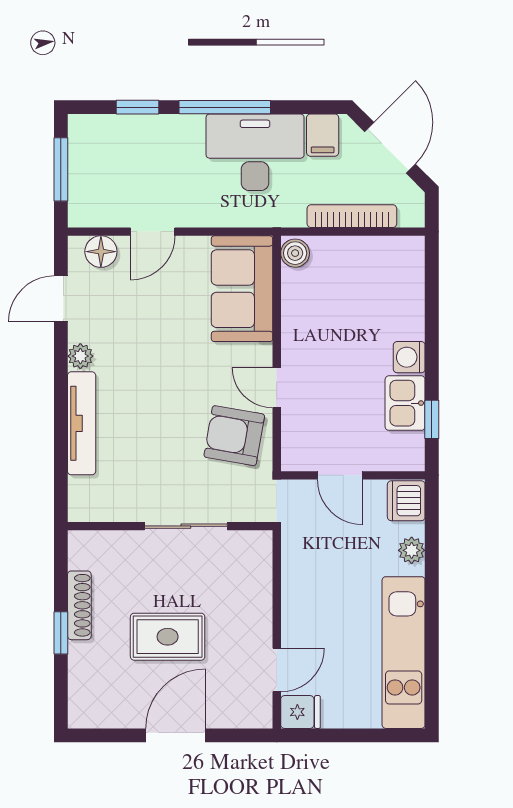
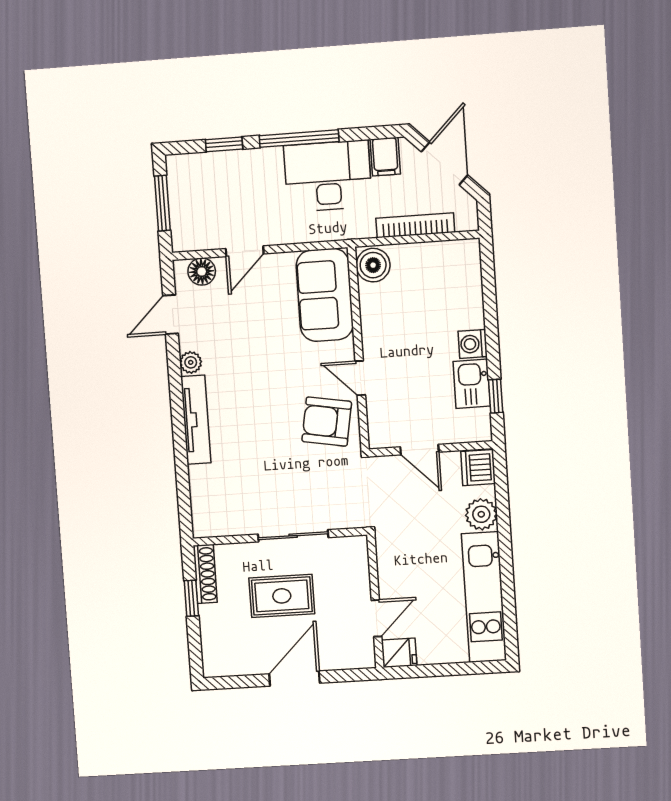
boiler: (295, 253) -> (373, 265), width x1.36, depth x1.36
wall: (170, 526) -> (280, 537), moved
sliding door: (186, 526) -> (293, 536), moved
plant: (412, 550) -> (481, 514), width x1.38, depth x1.38

